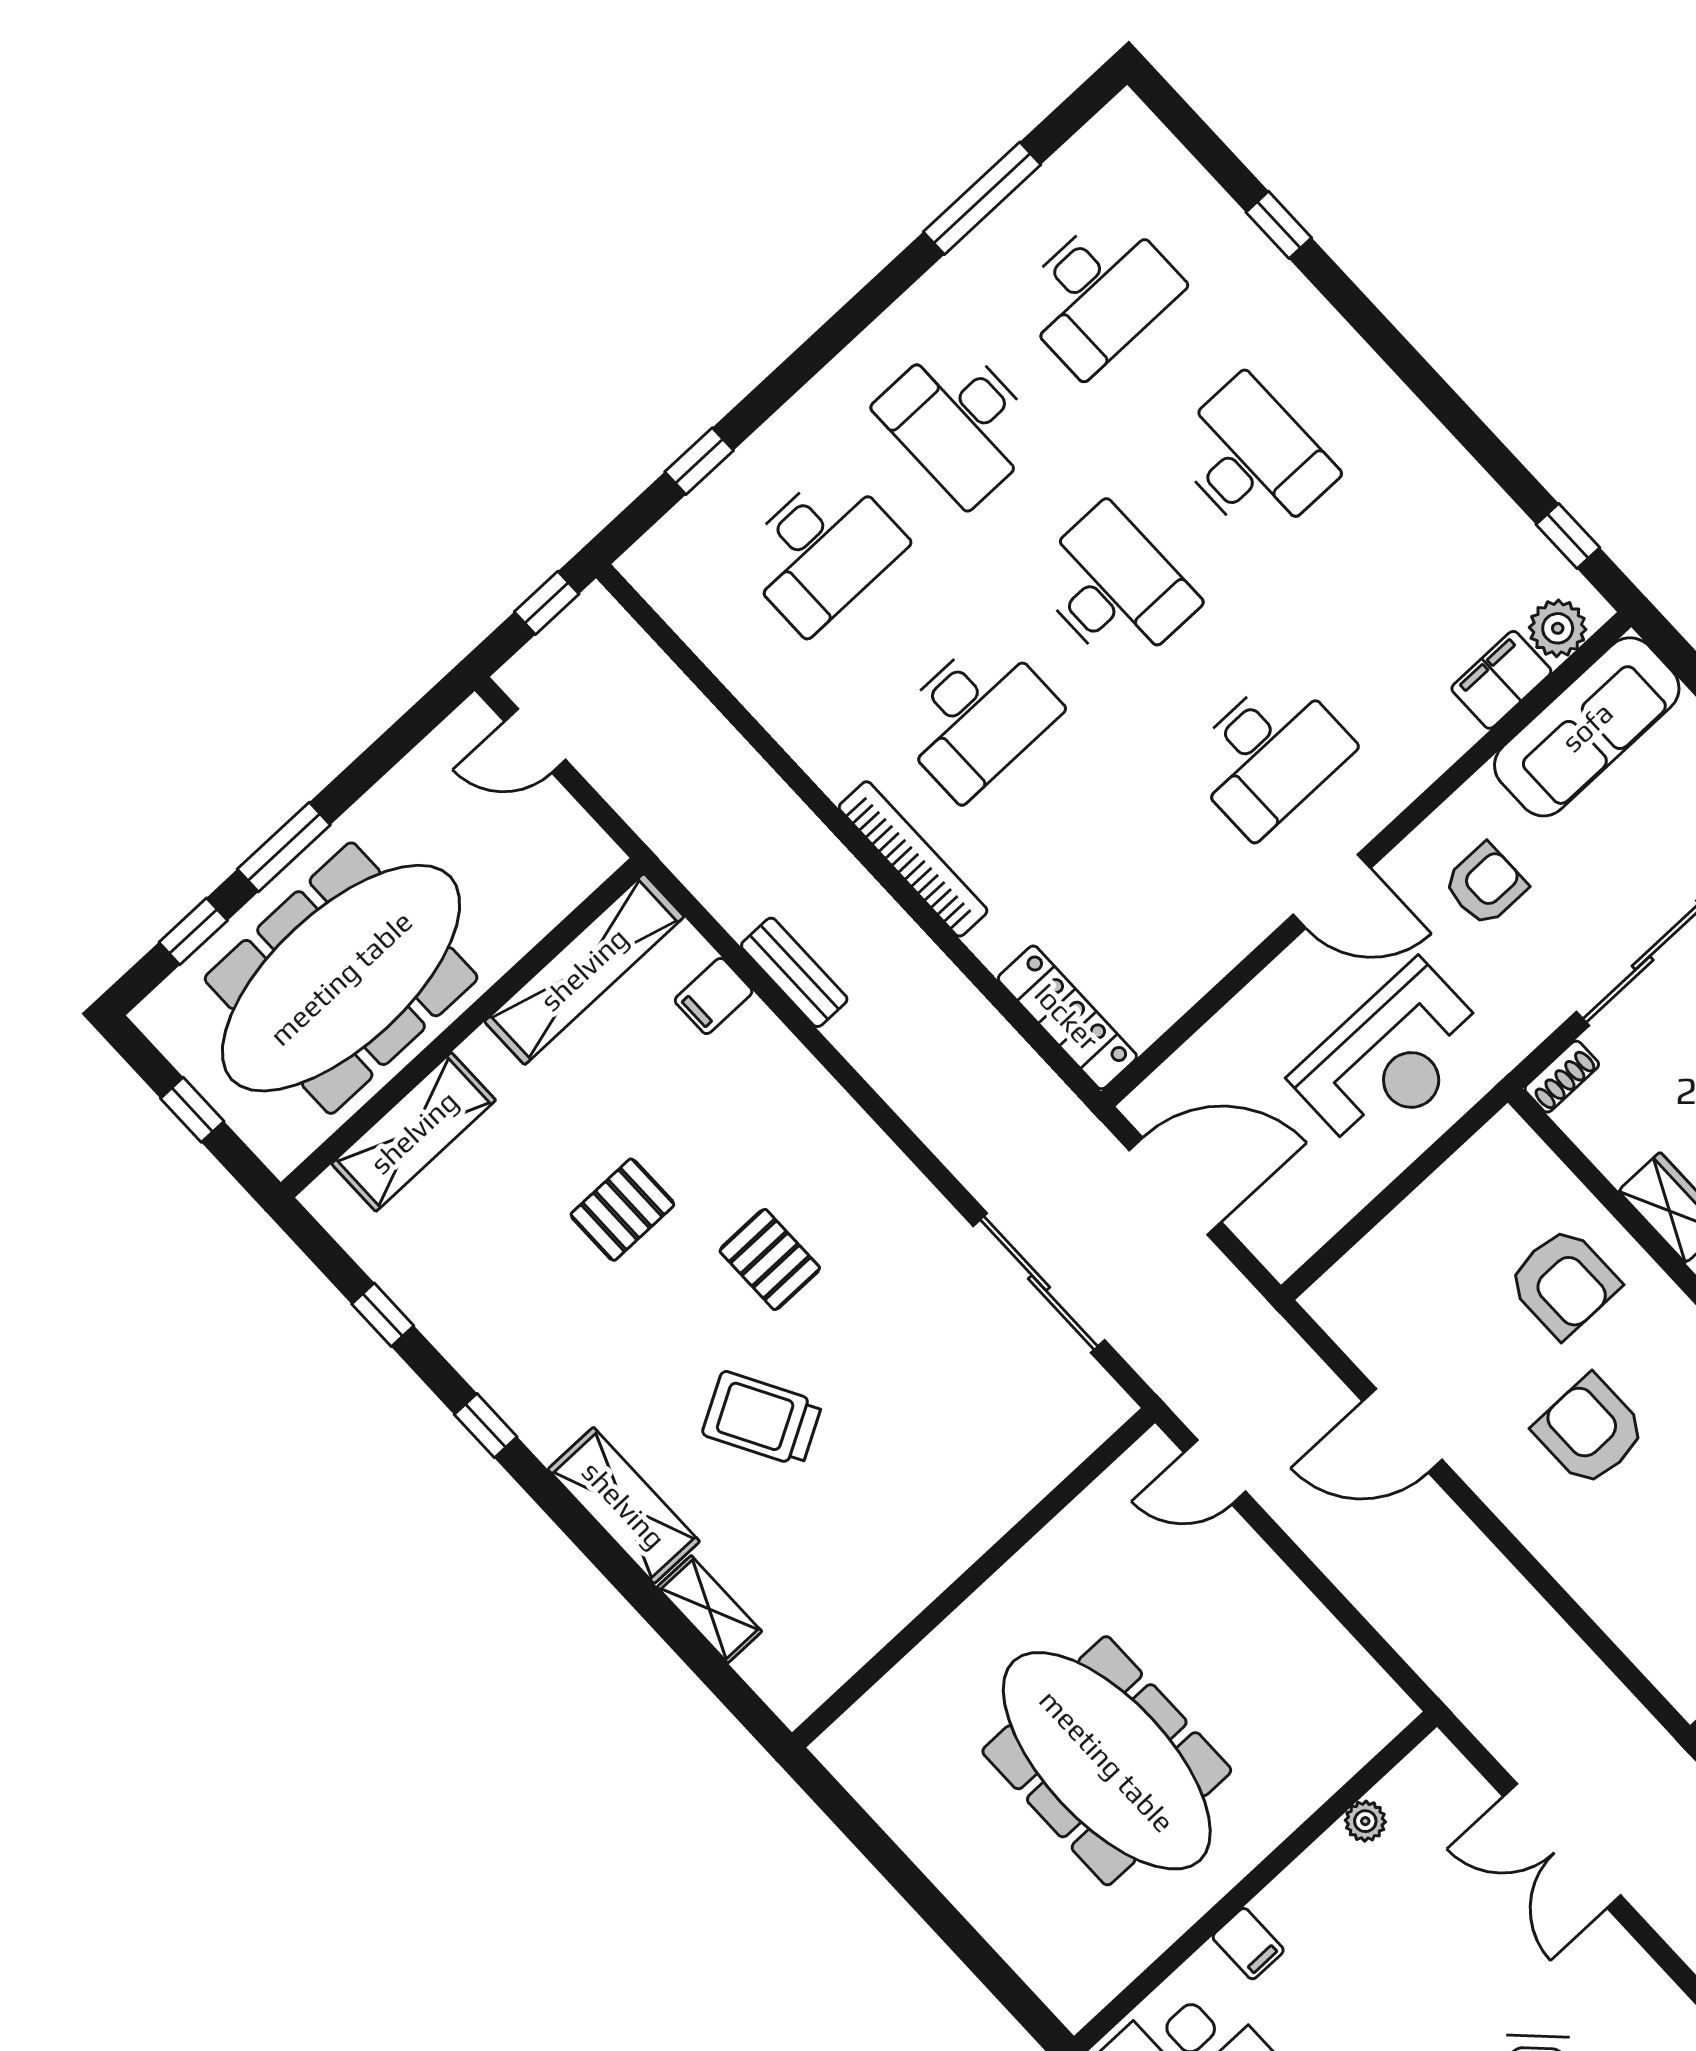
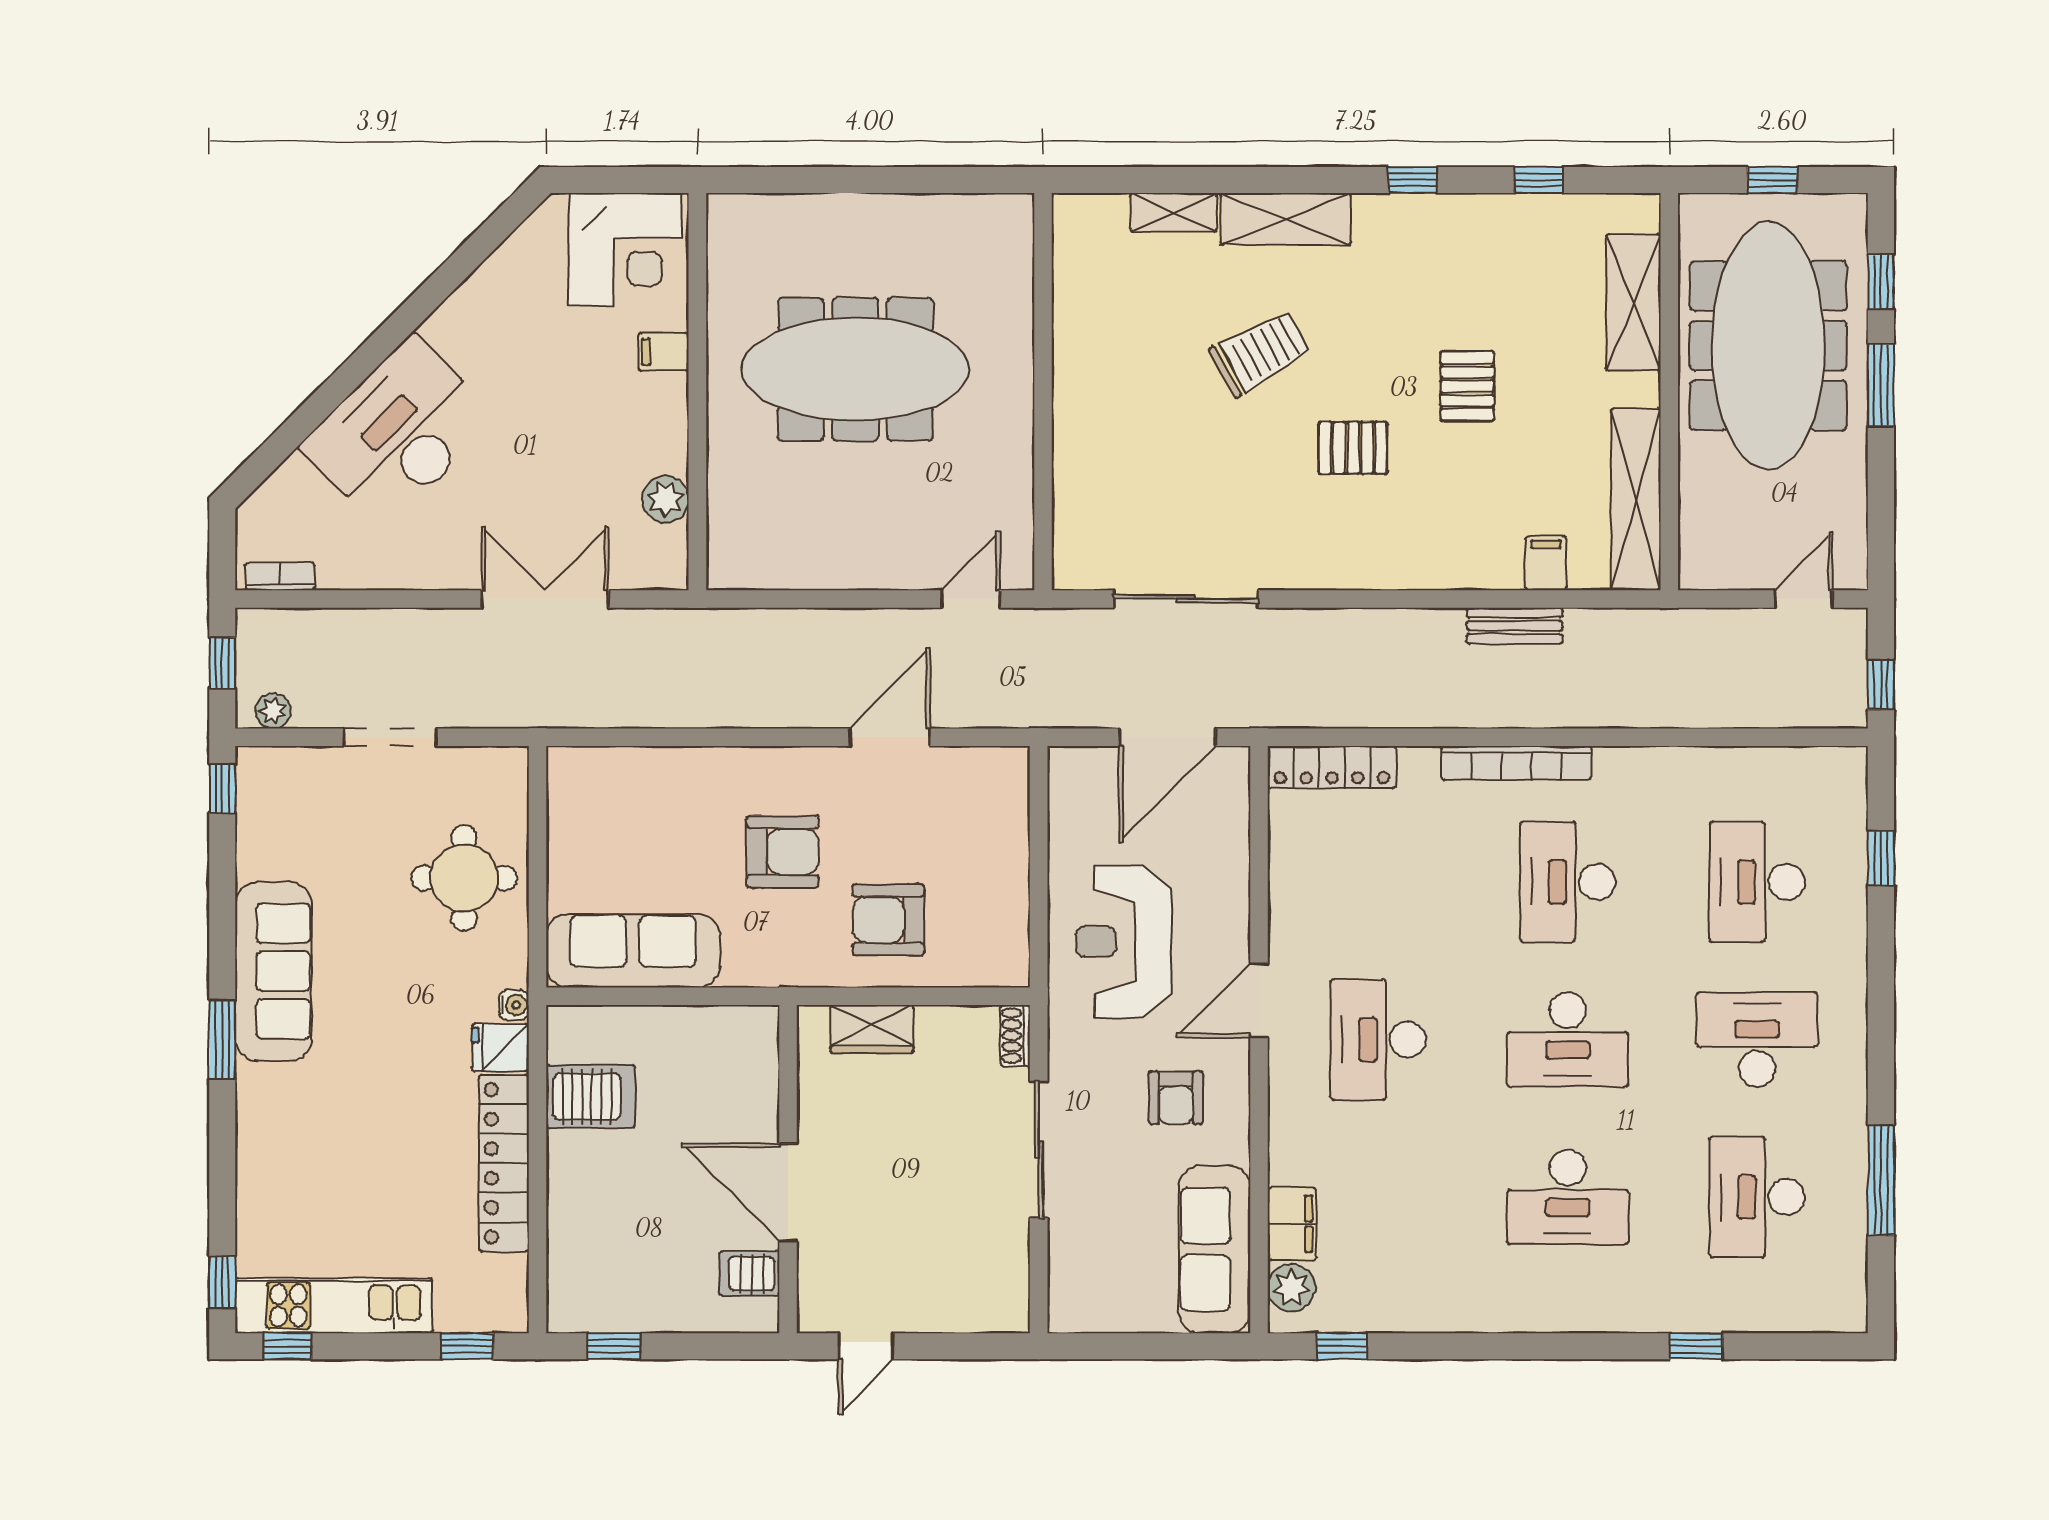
plant: (1365, 1821) -> (665, 499), width x1.38, depth x1.38

